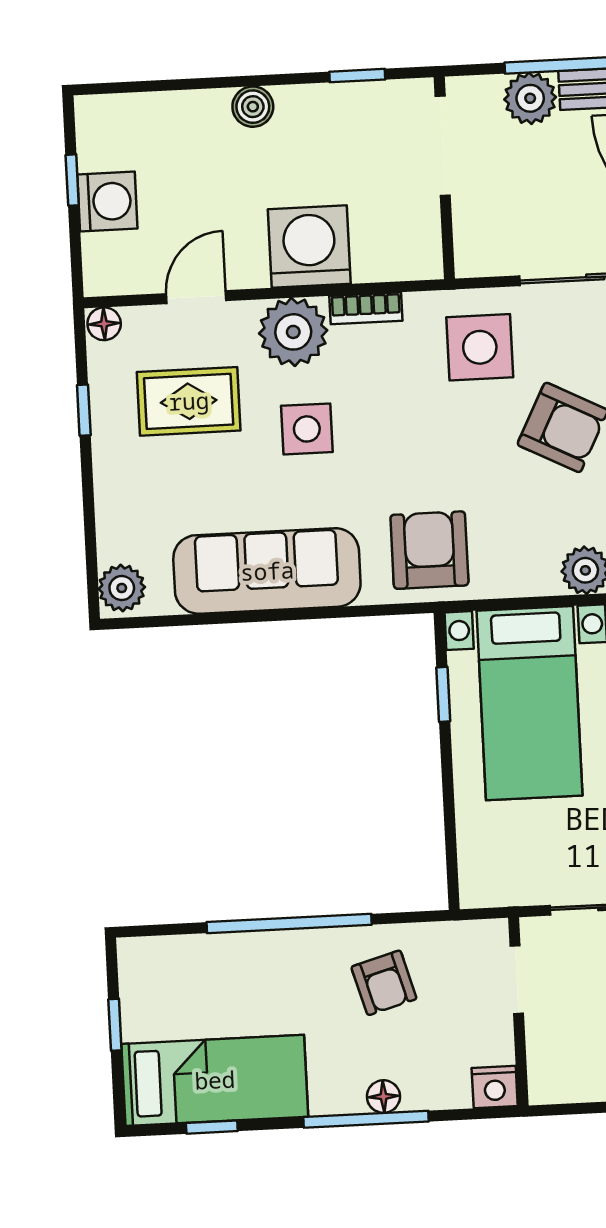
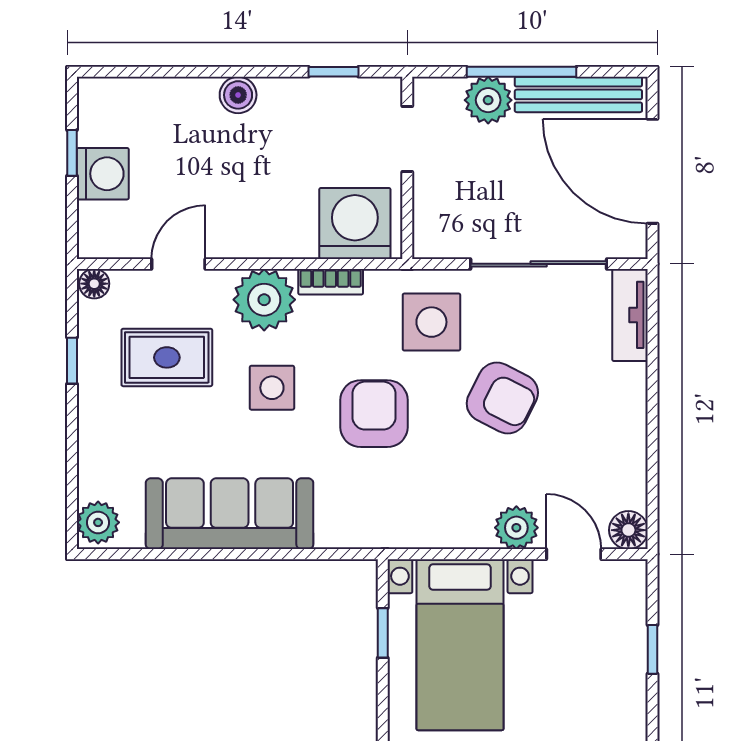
doorway: (443, 146) -> (407, 139), width x0.73
washing machine: (309, 246) -> (355, 223), moved
armchair: (429, 550) -> (374, 414), moved

